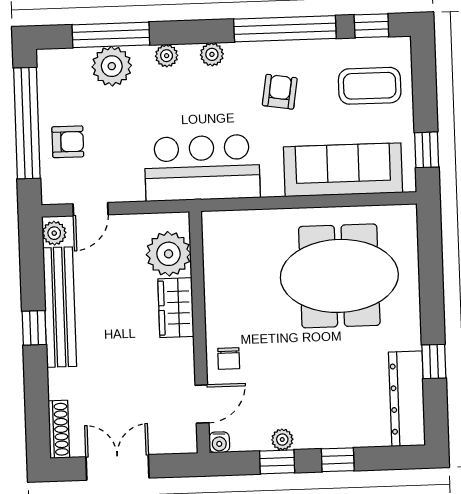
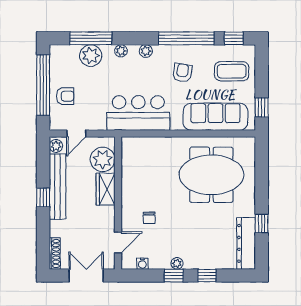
plant: (169, 254) -> (103, 159), moved
wardrobe: (176, 308) -> (106, 189), moved
wall: (199, 332) -> (118, 203), moved
door: (202, 404) -> (118, 242), moved

